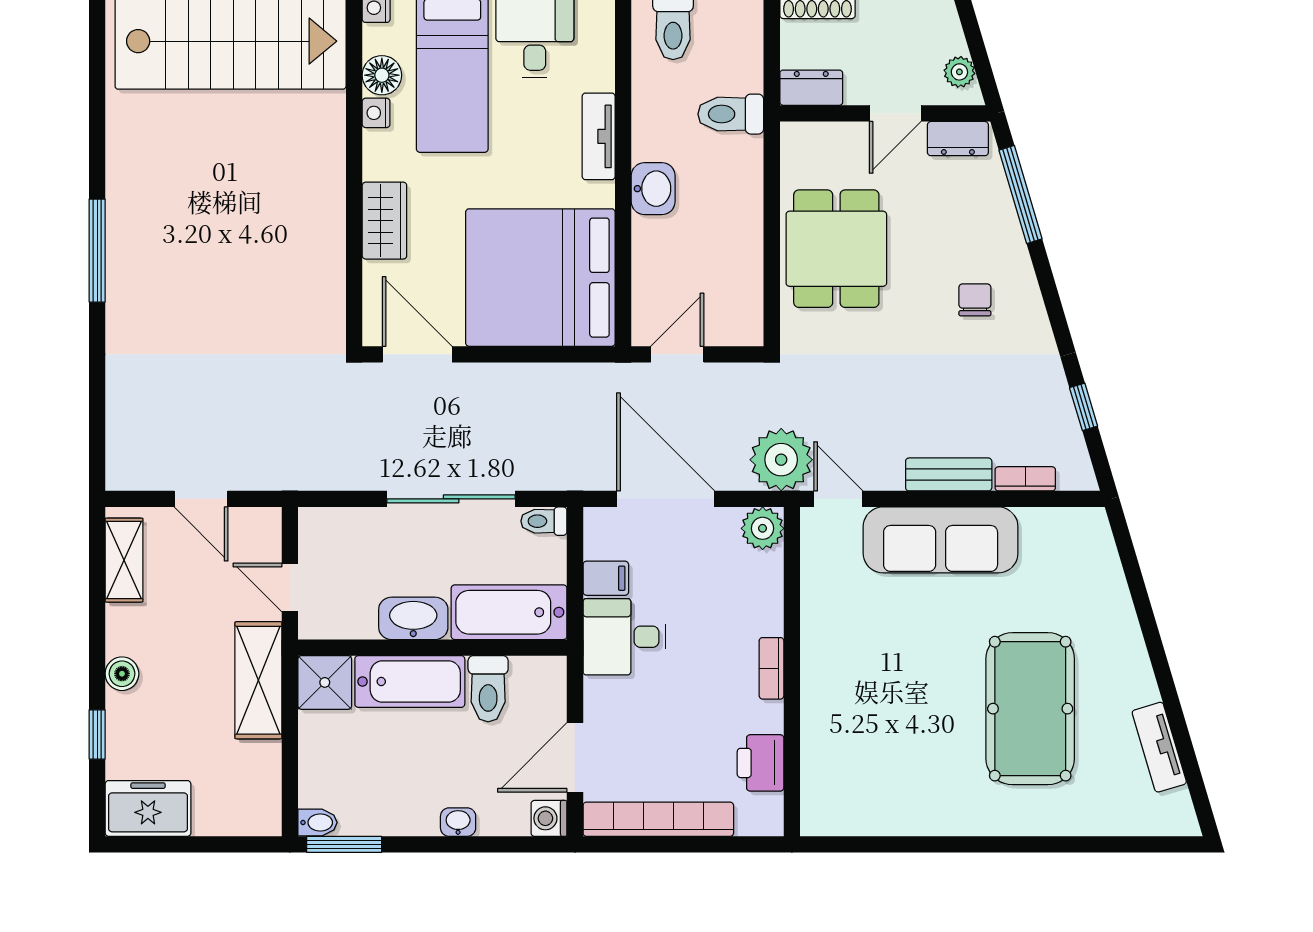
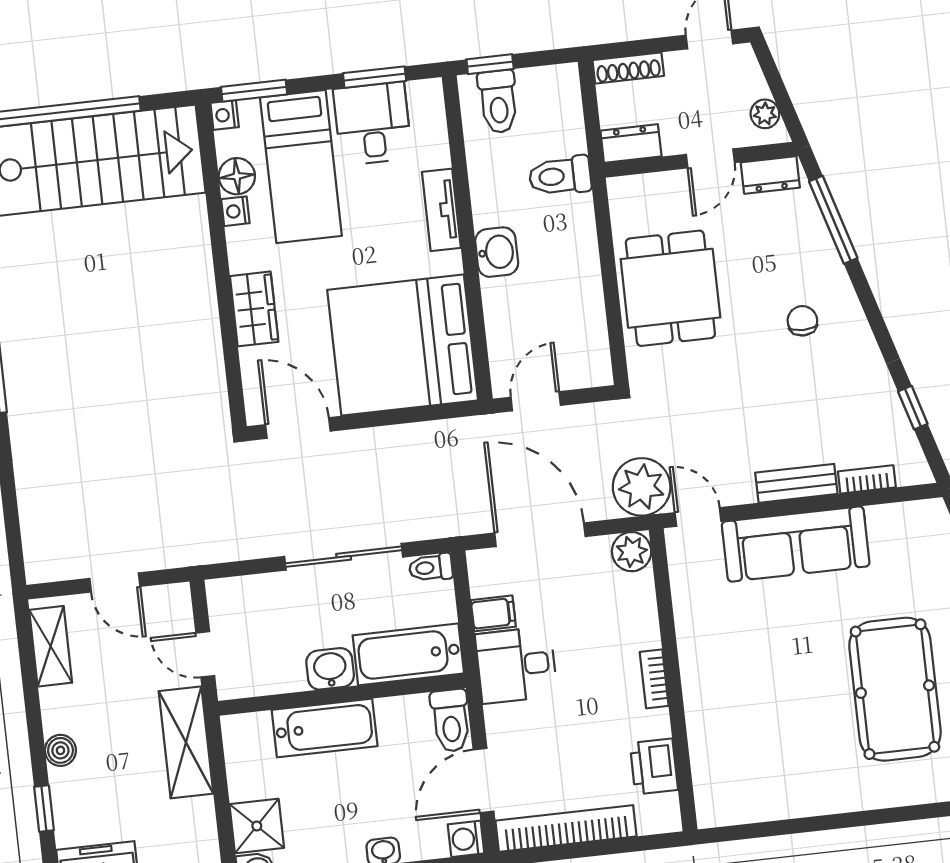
washbasin: (413, 618) -> (330, 669), width x0.72
shower: (325, 682) -> (257, 826), moved
toilet: (488, 689) -> (451, 721), moved

